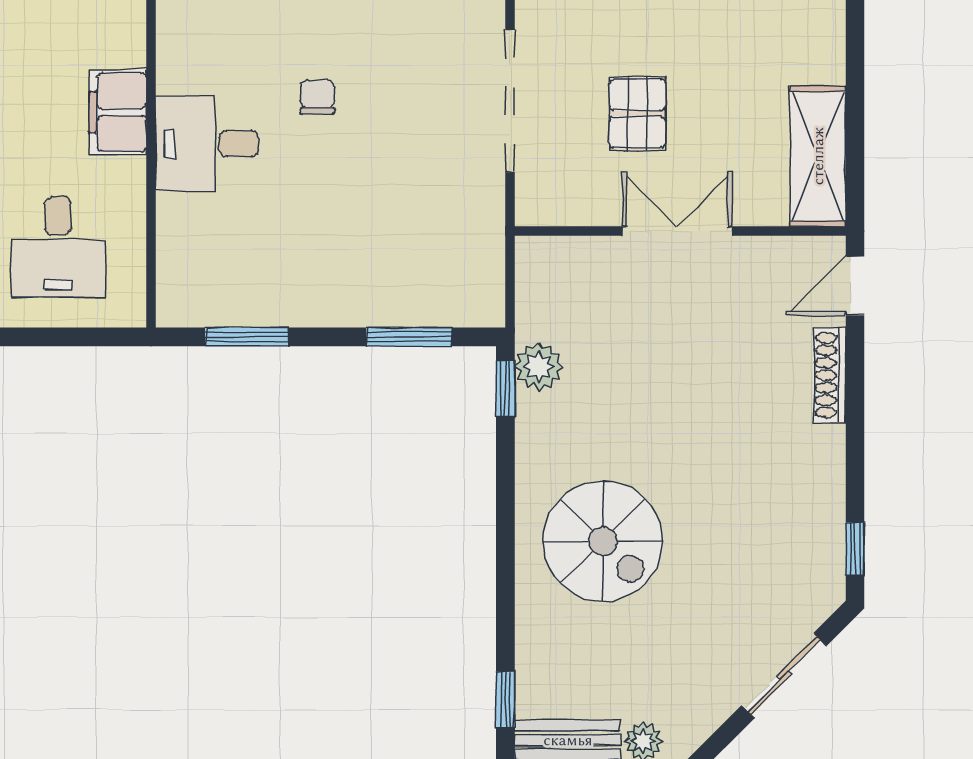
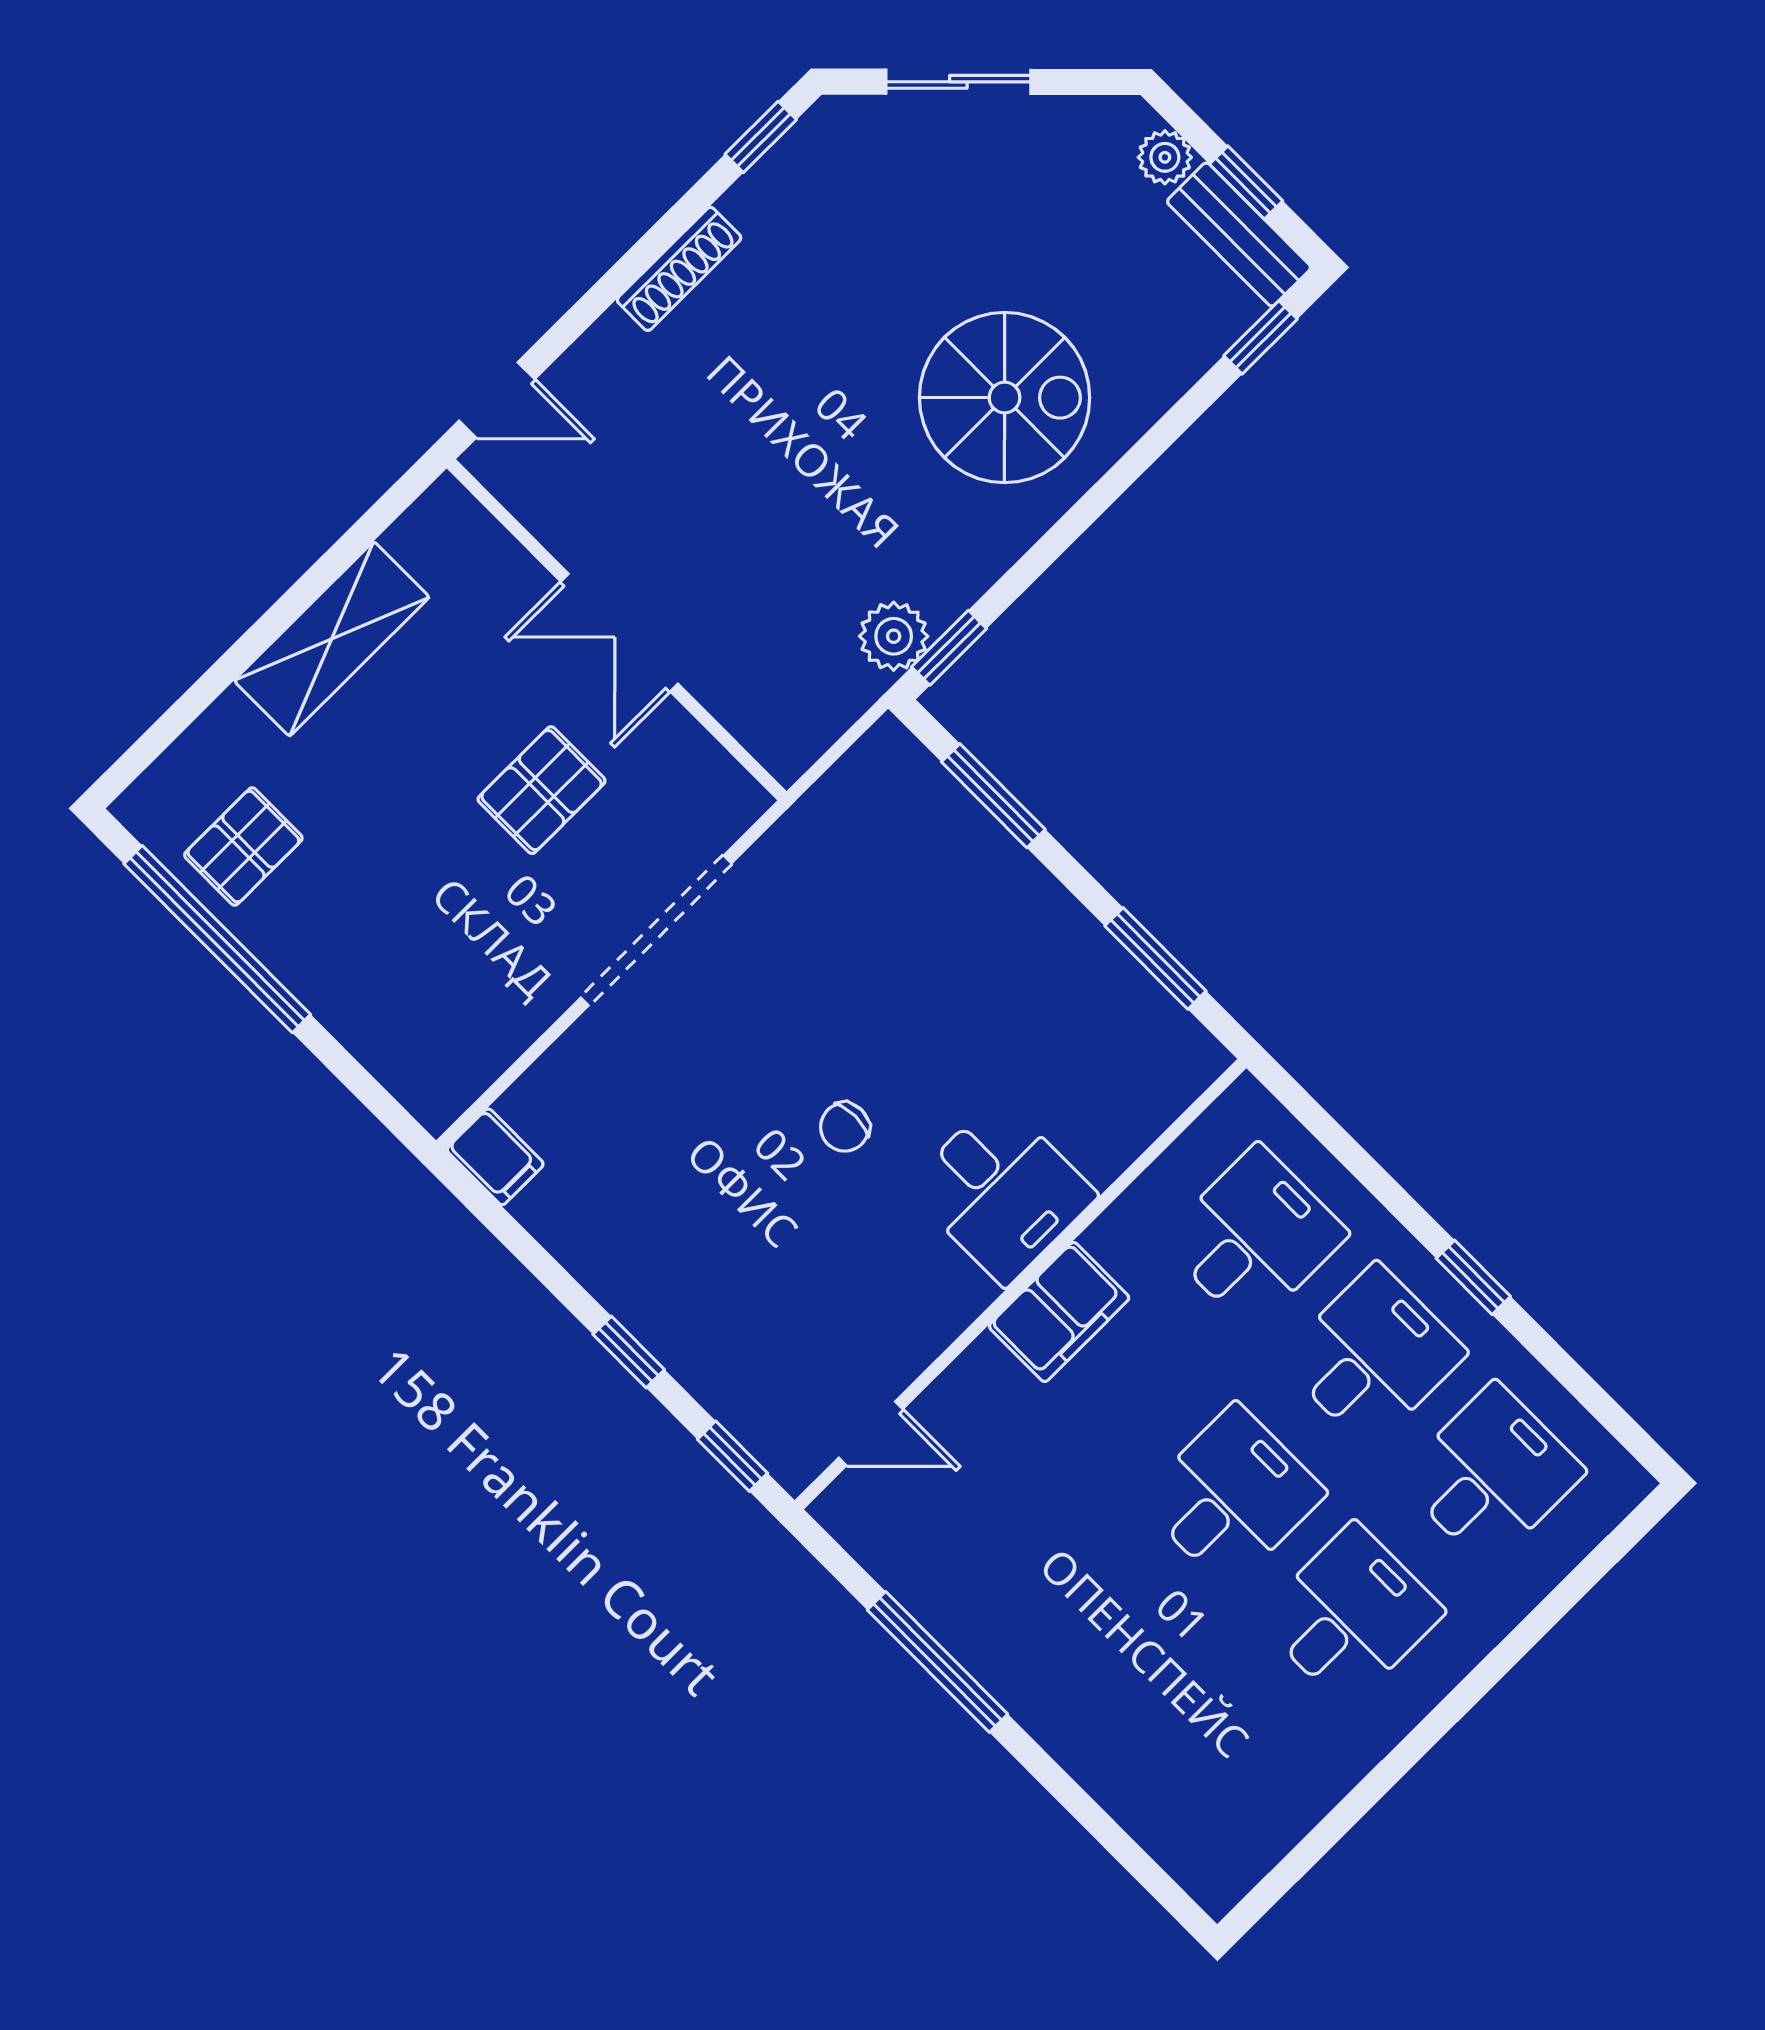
shelving: (818, 156) -> (332, 639), moved
shoe rack: (830, 375) -> (679, 269), moved
spiral stairs: (603, 541) -> (1005, 398), turned 90

